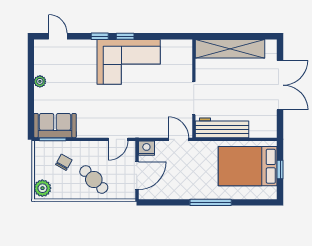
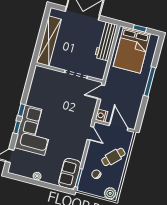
corner sofa: (129, 62) -> (35, 130), moved
workbench: (222, 128) -> (106, 41), moved

